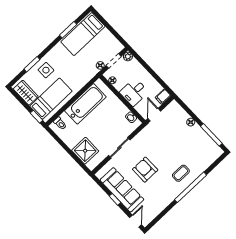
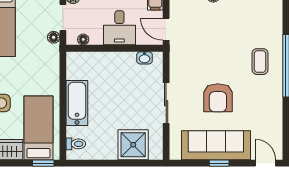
bathtub: (85, 104) -> (77, 103), width x0.73, depth x0.73
armchair: (145, 170) -> (218, 98), turned -90

